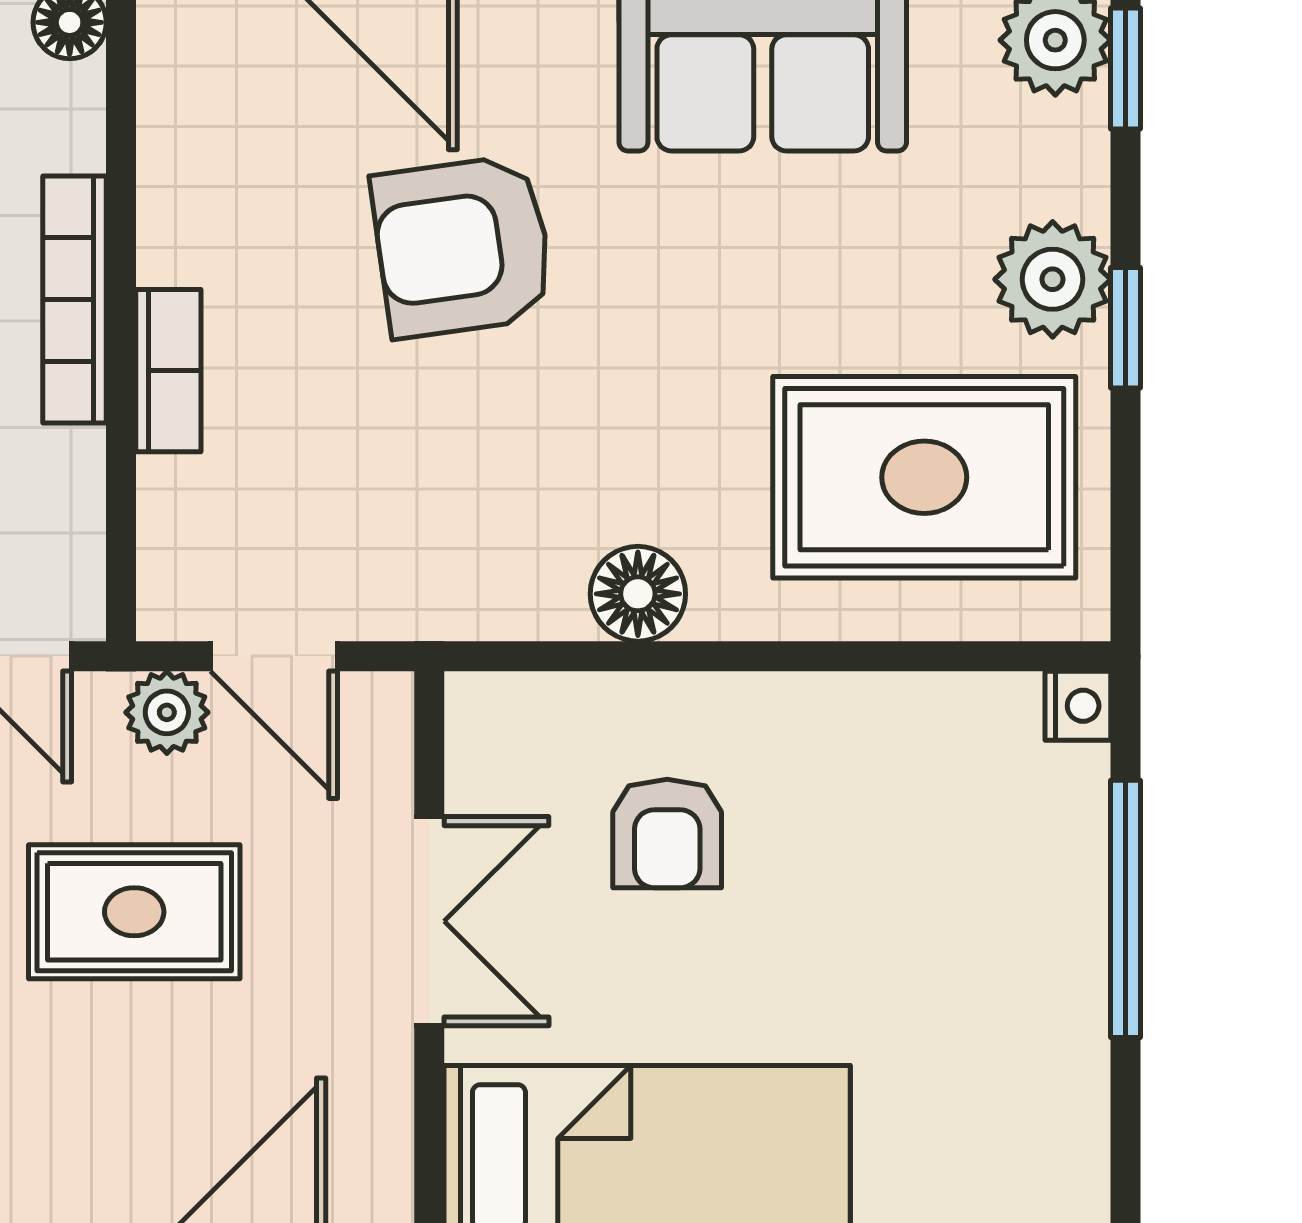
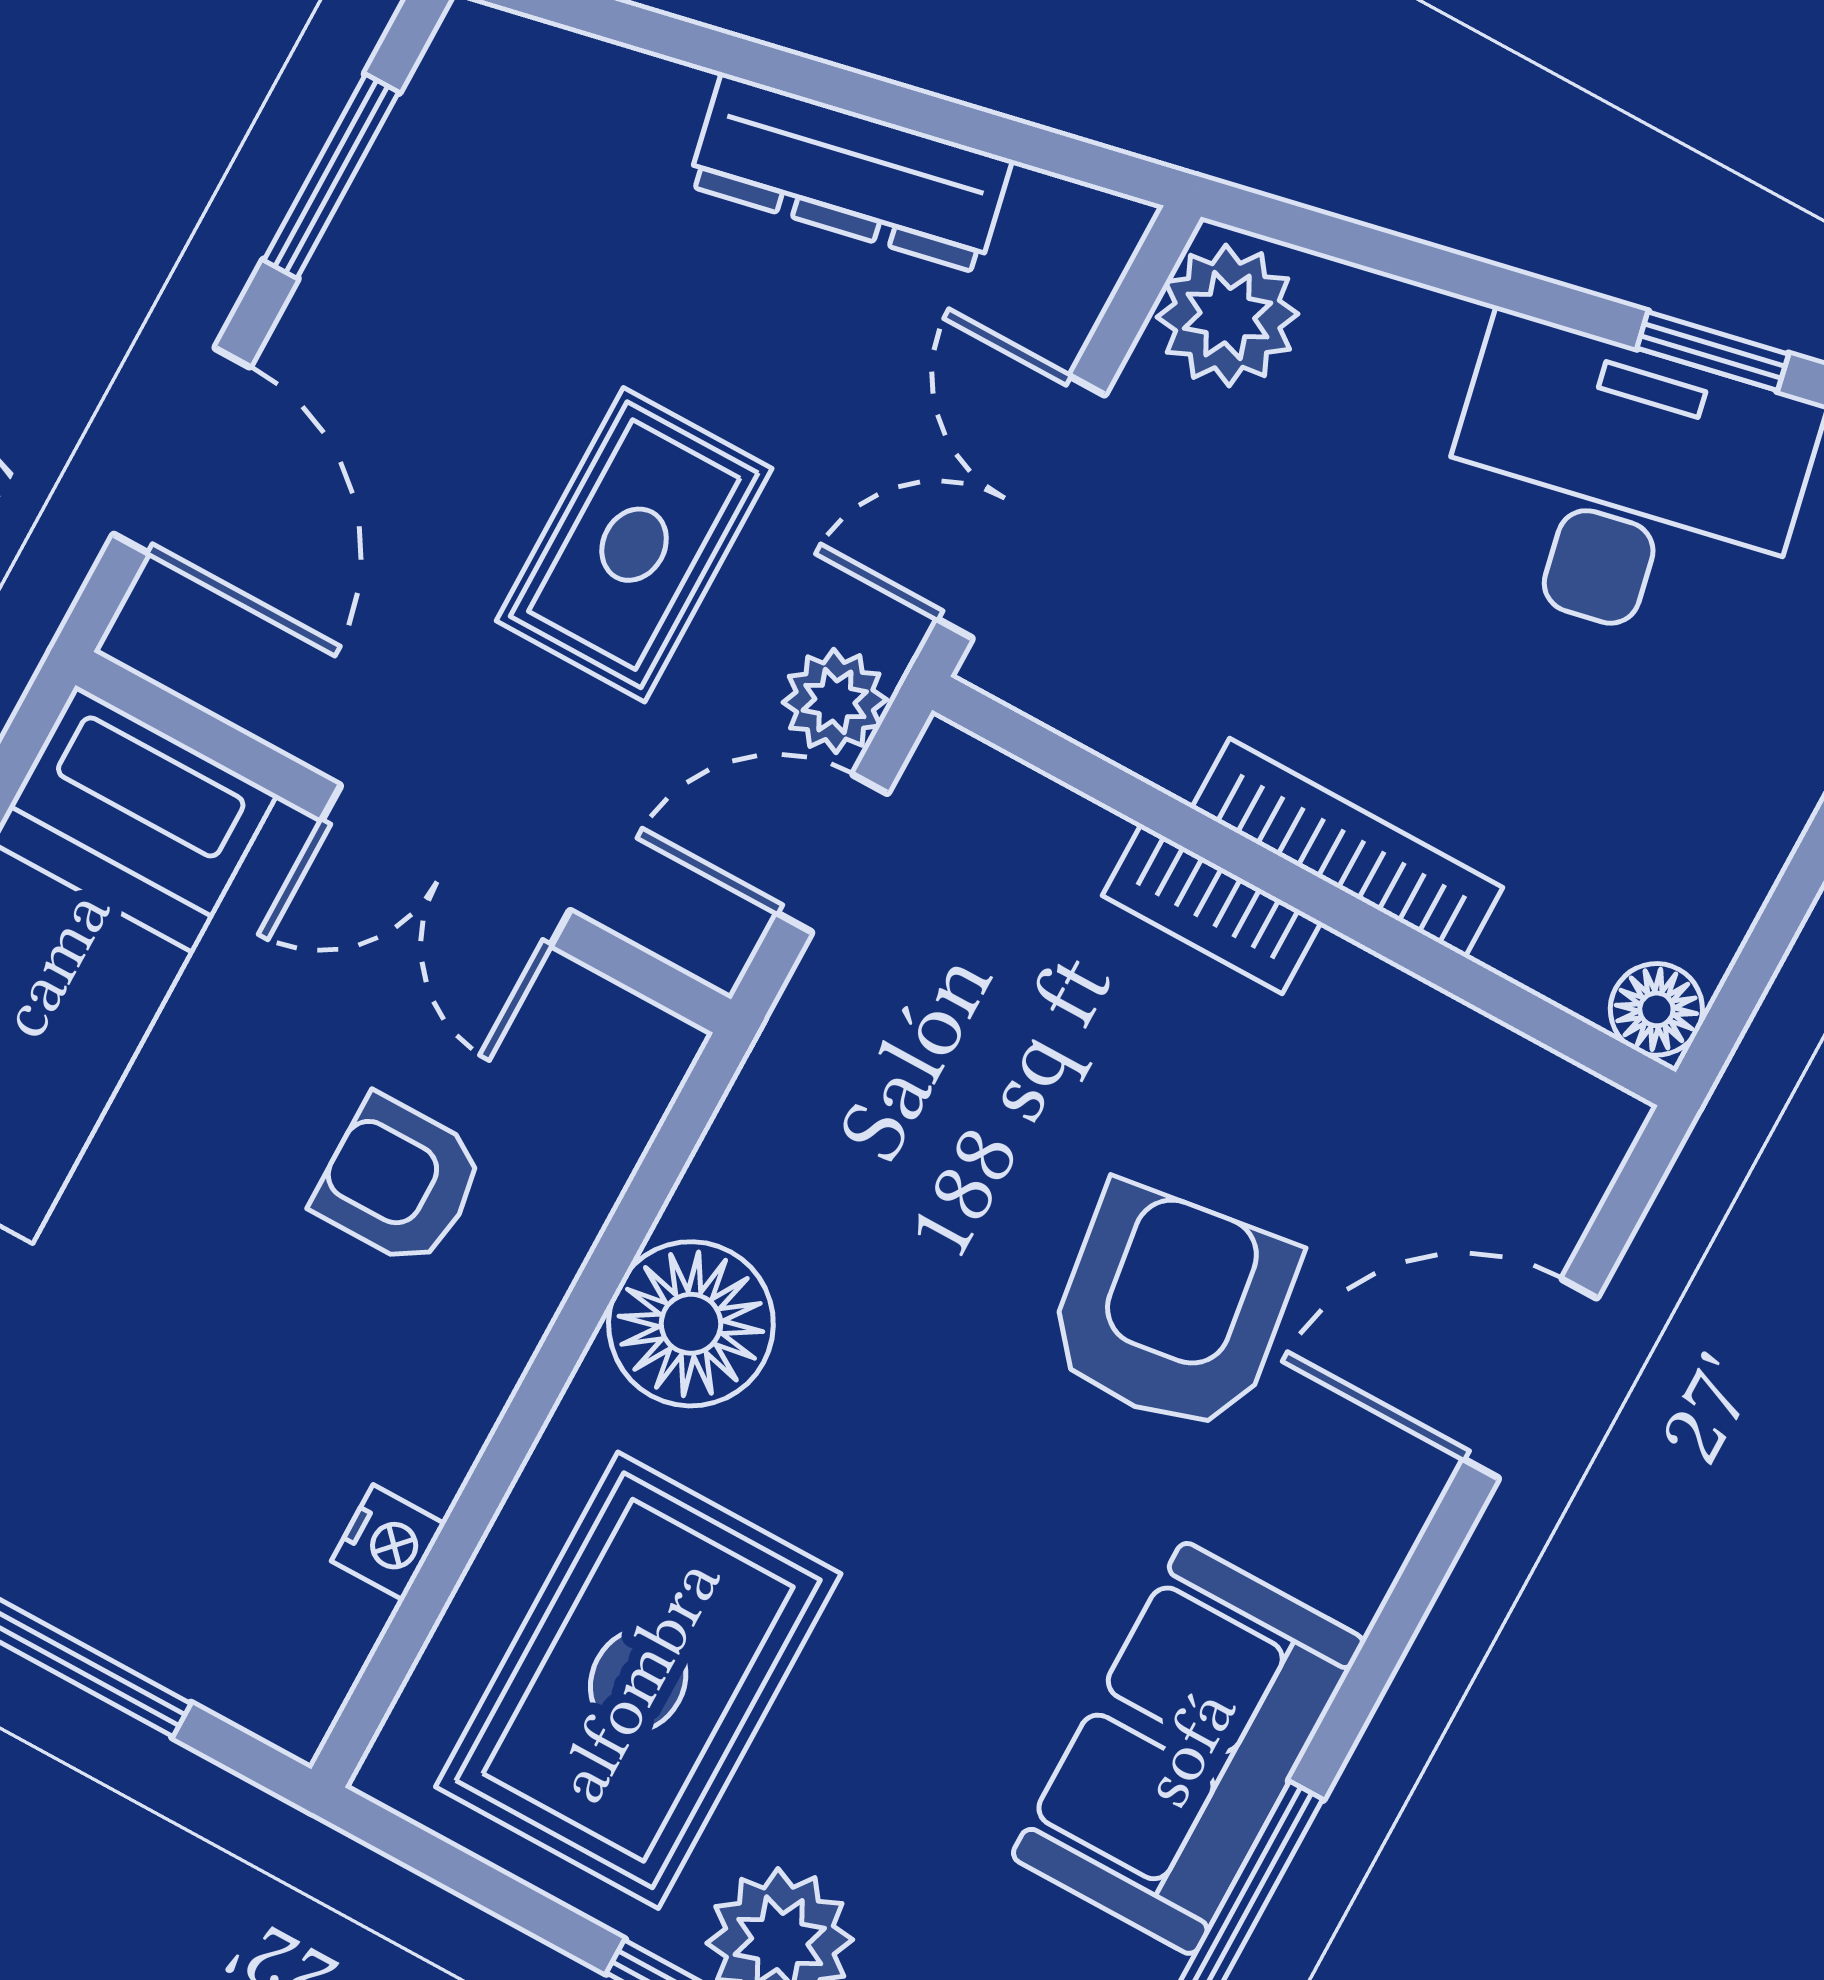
floor lamp: (638, 594) -> (691, 1324), width x1.38, depth x1.38
nightstand: (1078, 706) -> (388, 1542), moved, turned -90

